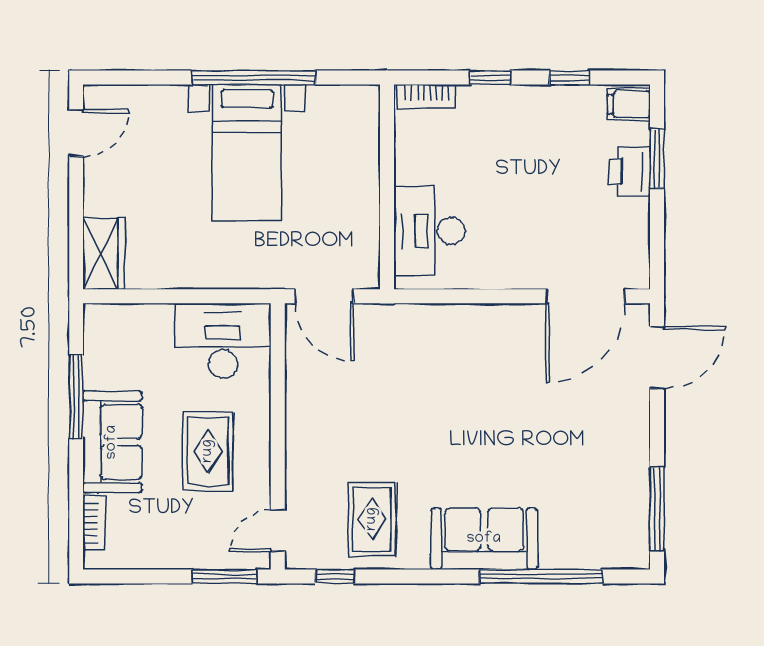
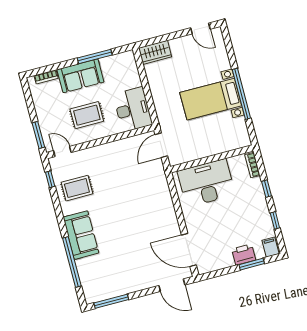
desk: (429, 231) -> (206, 183), width x1.36, depth x1.30

